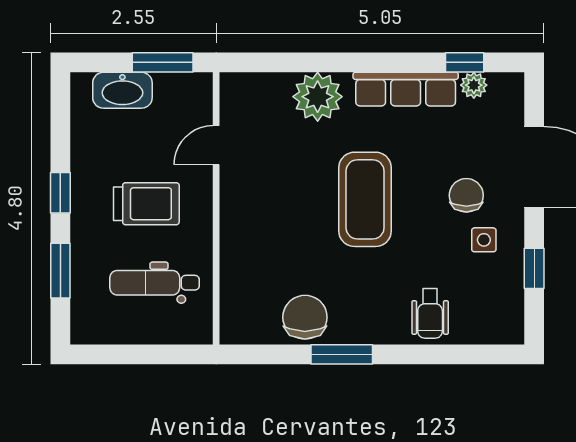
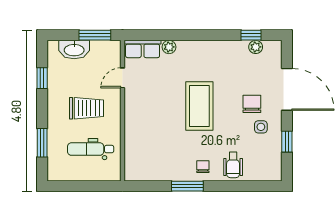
row of seats: (406, 89) -> (143, 49), moved, width x0.68
plant: (318, 97) -> (169, 47), width x0.53, depth x0.53
window: (60, 193) -> (42, 78), moved
chair: (305, 317) -> (203, 167), moved, width x0.54, depth x0.54

